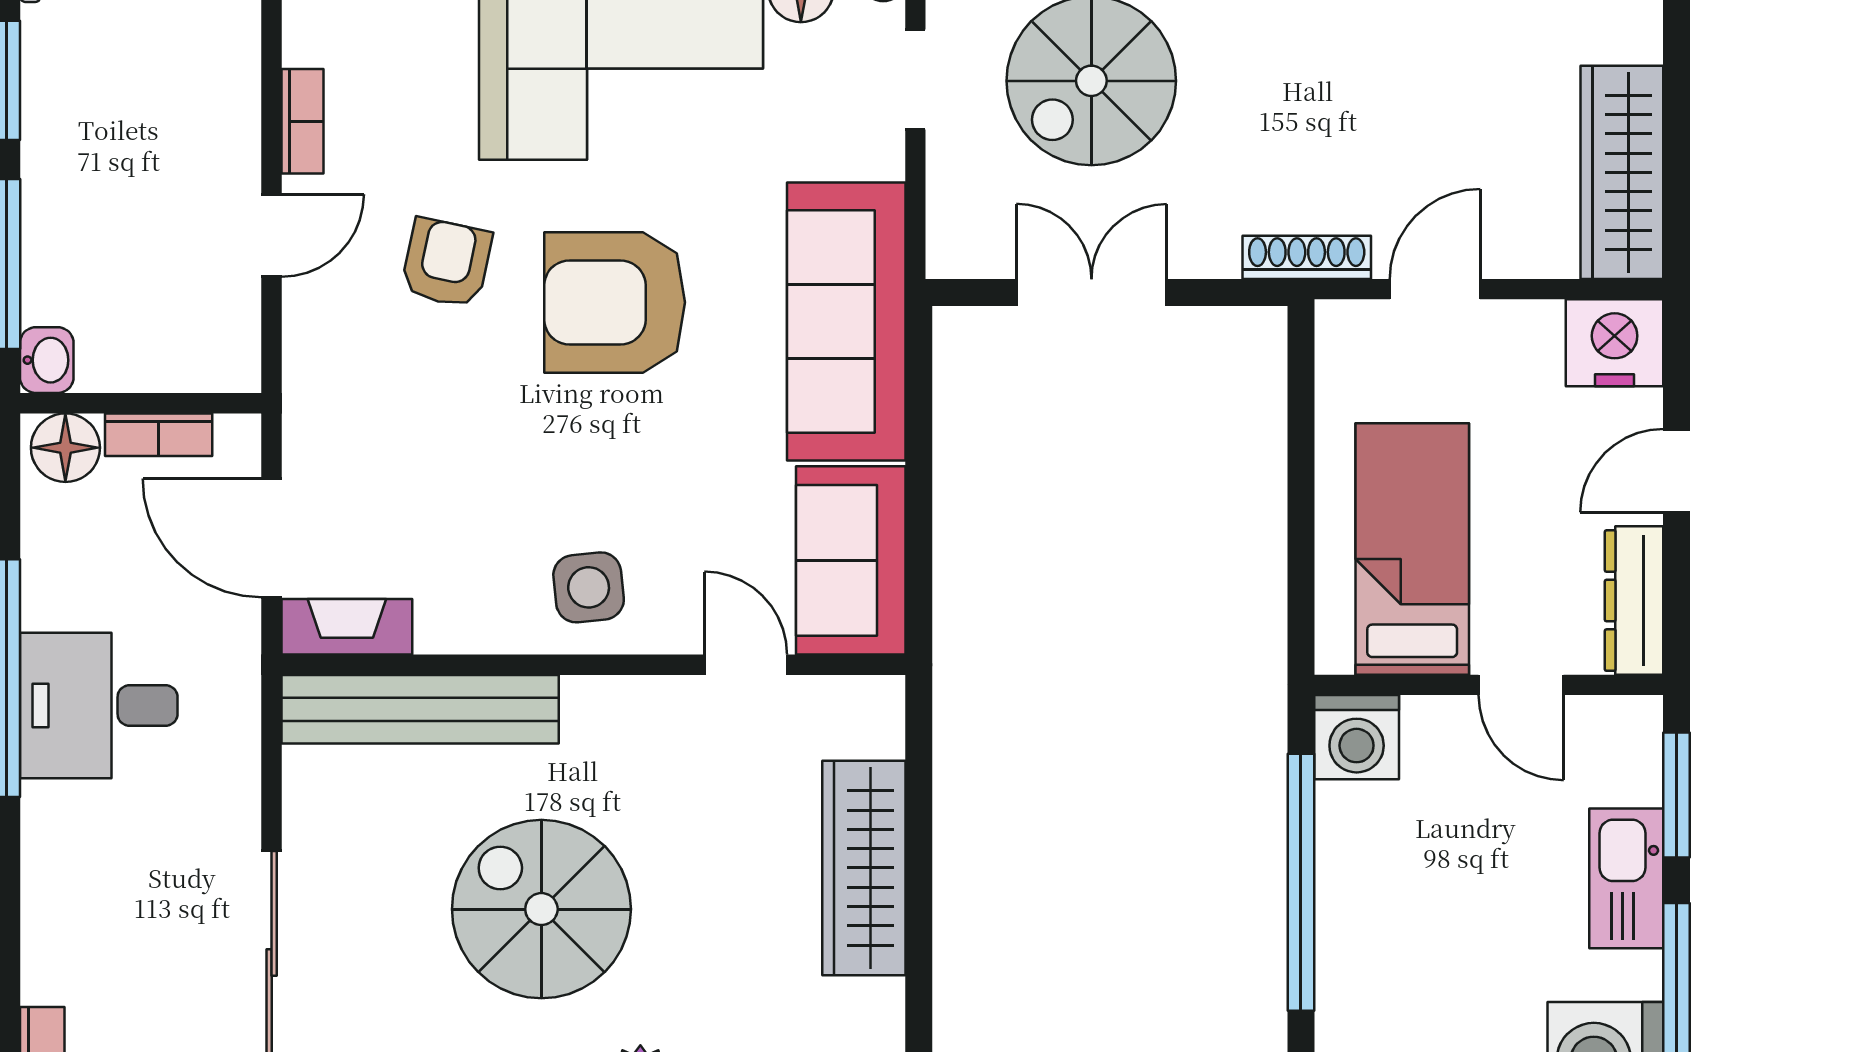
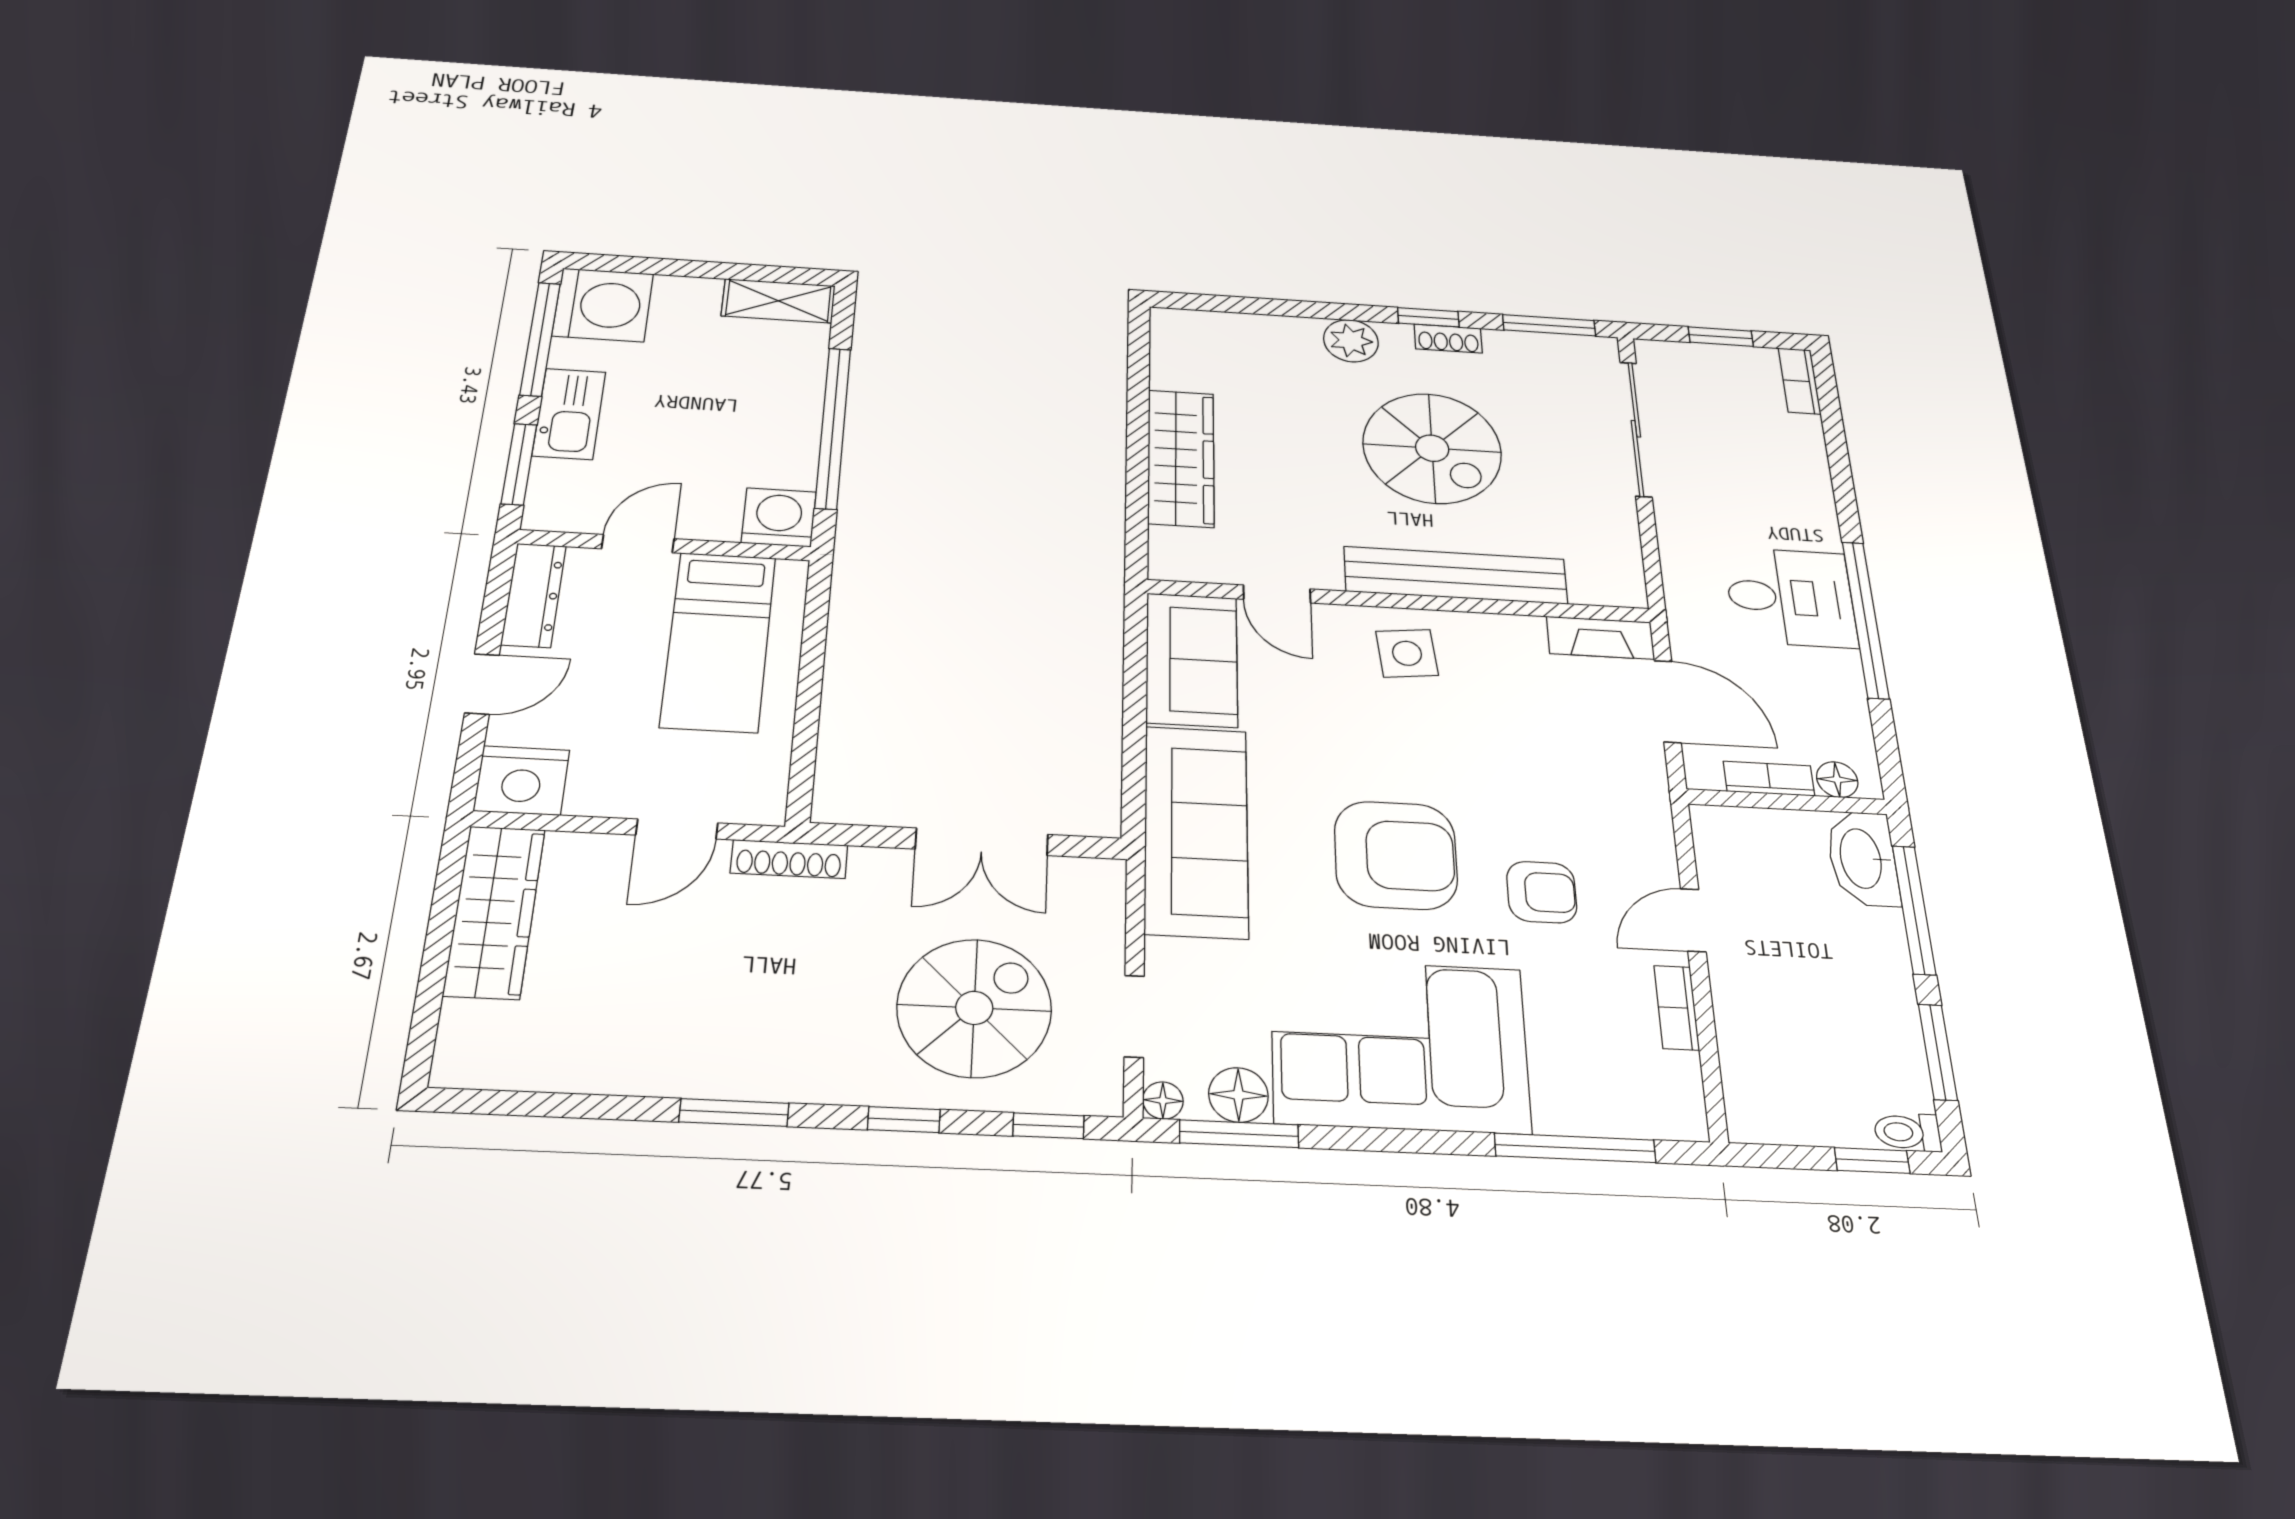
armchair: (446, 263) -> (1542, 892), turned -102
washbasin: (47, 360) -> (1863, 859), width x1.91, depth x1.45
floor lamp: (65, 448) -> (1837, 780), width x0.73, depth x0.73
door: (1521, 685) -> (638, 544), hinge flipped
bench: (420, 709) -> (1456, 575), moved

